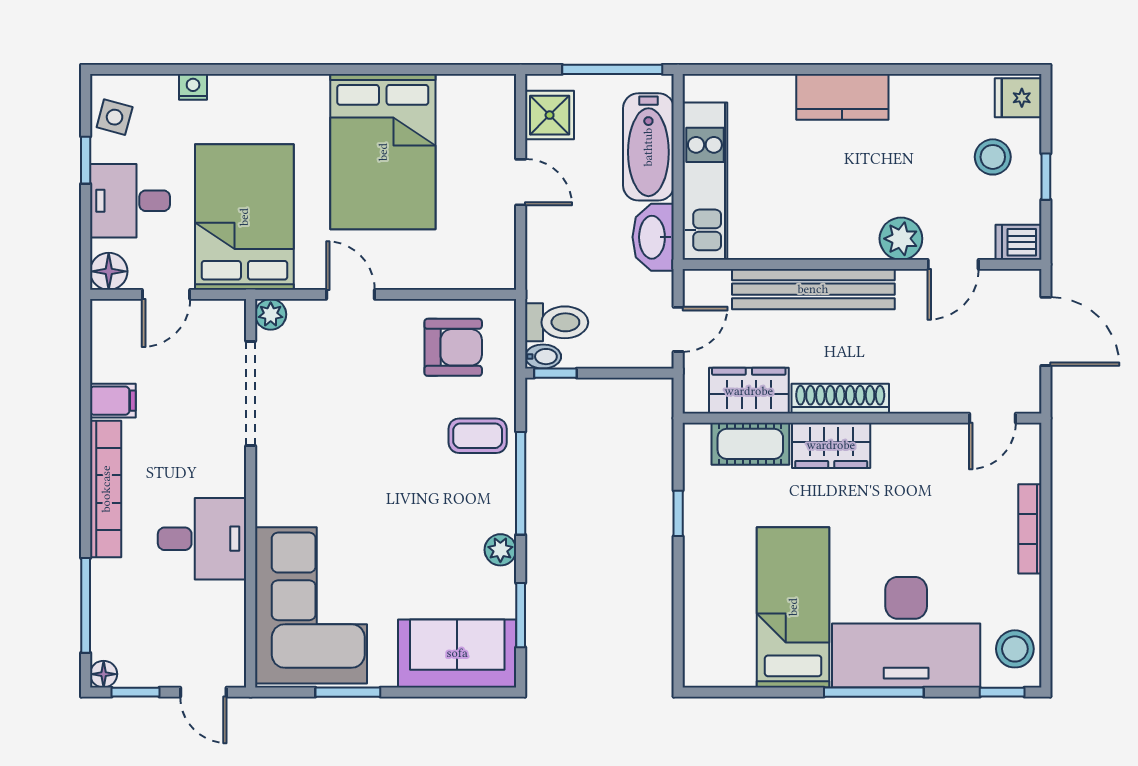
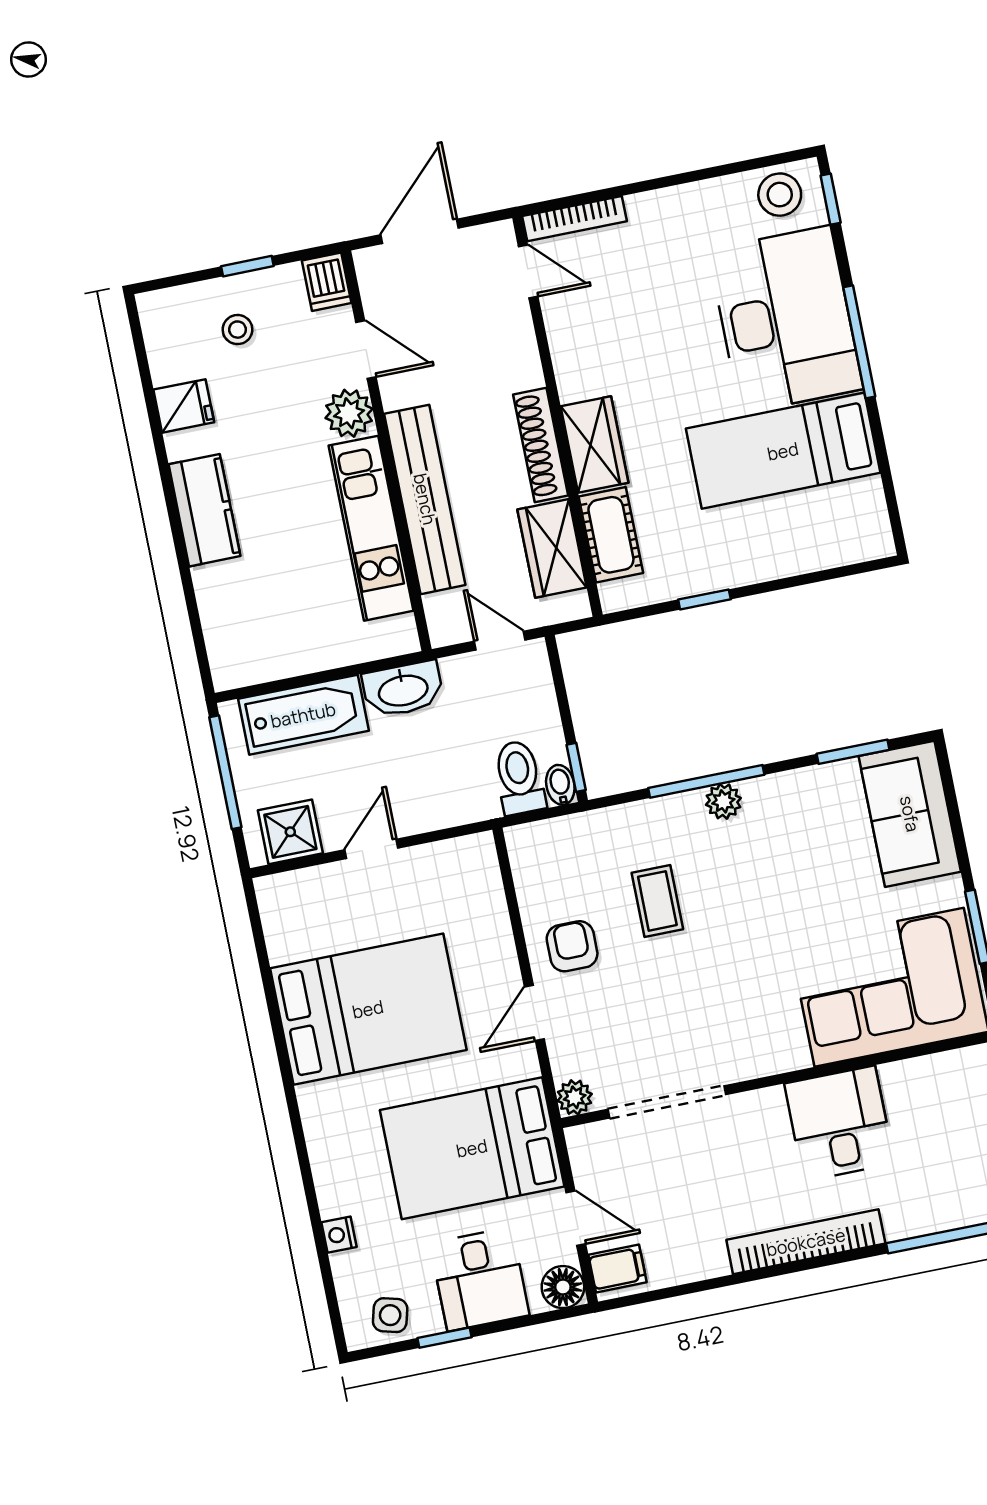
fridge: (1018, 98) -> (184, 406), moved, turned -90
stool: (993, 157) -> (238, 330), width x0.73, depth x0.73
kitchen unit: (705, 181) -> (371, 528), moved, turned -90
armchair: (453, 347) -> (572, 946), moved, width x0.72, depth x0.72
filing cabinet: (113, 401) -> (618, 1268), moved, turned 90
coffee table: (478, 436) -> (657, 901), moved
bookcase: (1030, 529) -> (575, 219), moved
plant: (500, 550) -> (723, 801), moved

